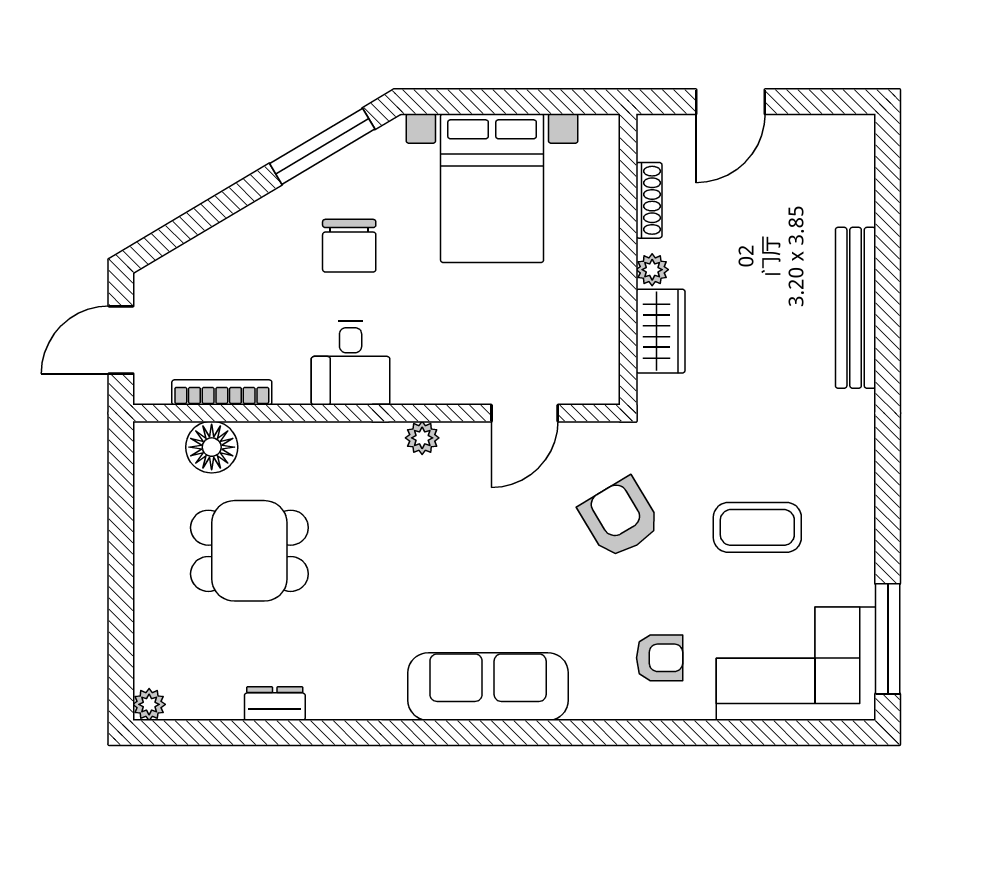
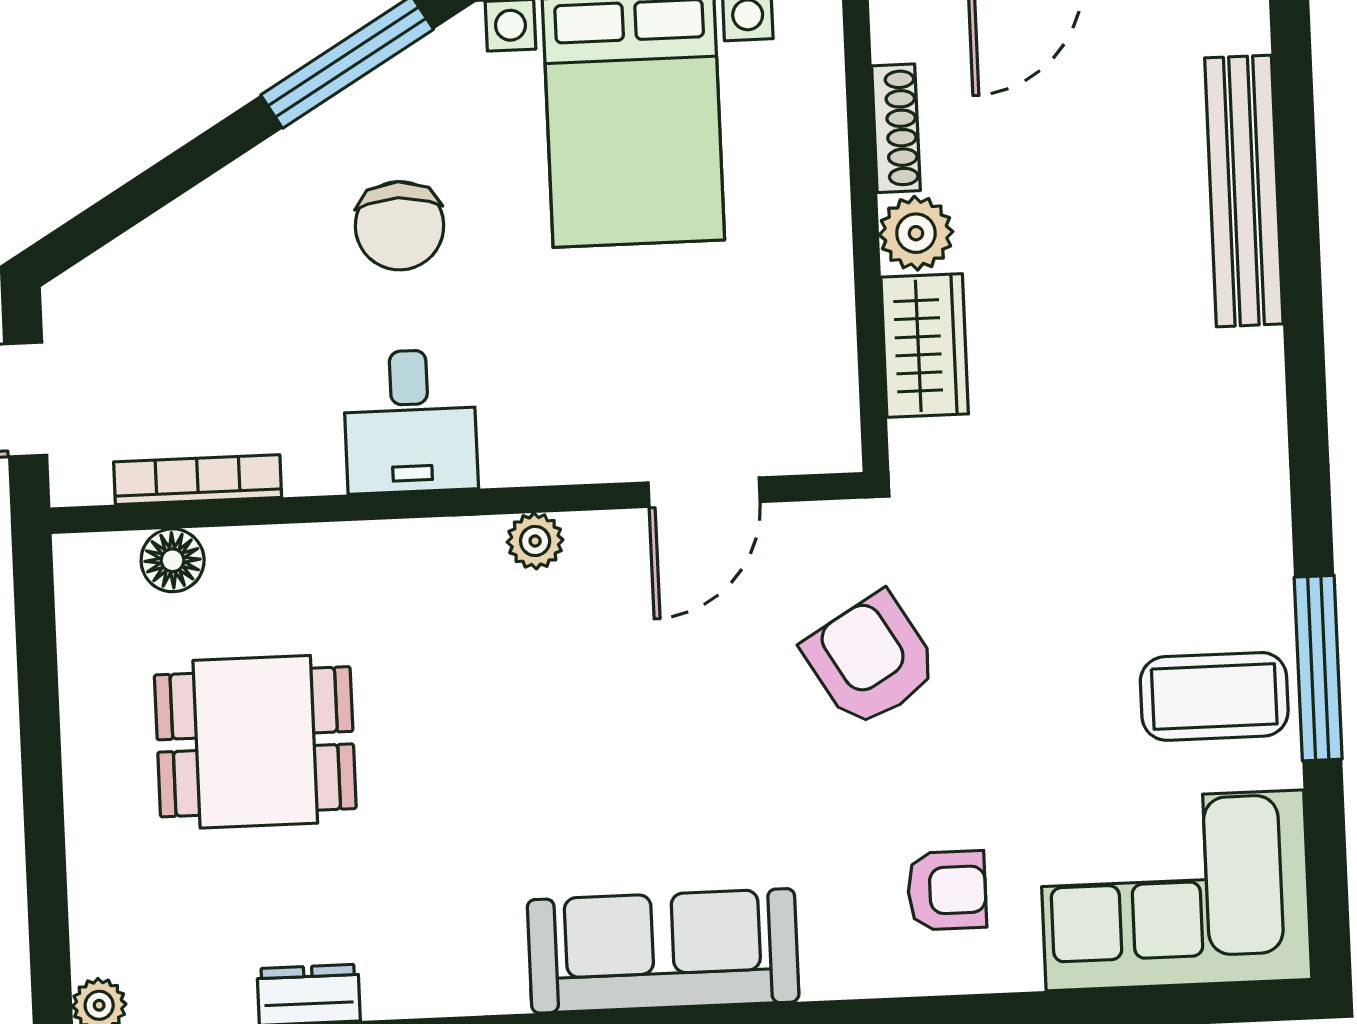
plant: (652, 270) -> (916, 233), width x1.38, depth x1.38
bench: (856, 308) -> (1244, 191), moved
floor lamp: (212, 447) -> (173, 560), width x0.73, depth x0.73
coffee table: (757, 527) -> (1214, 696), moved
window: (888, 639) -> (1318, 668), moved

